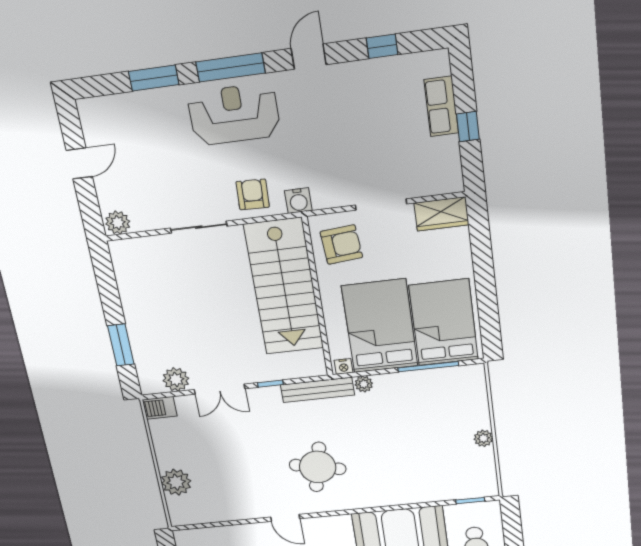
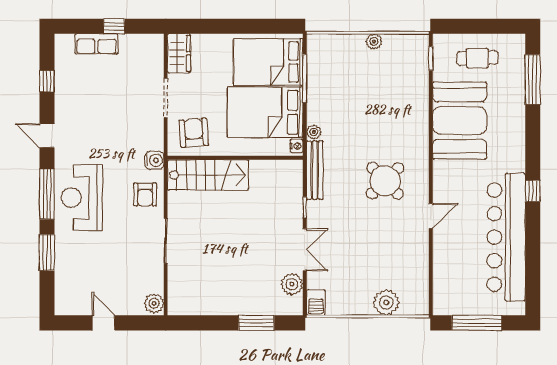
armchair: (253, 194) -> (145, 194), turned -92
stairs: (284, 287) -> (208, 175), width x0.73, depth x0.66
round table: (318, 467) -> (385, 181), turned 34

